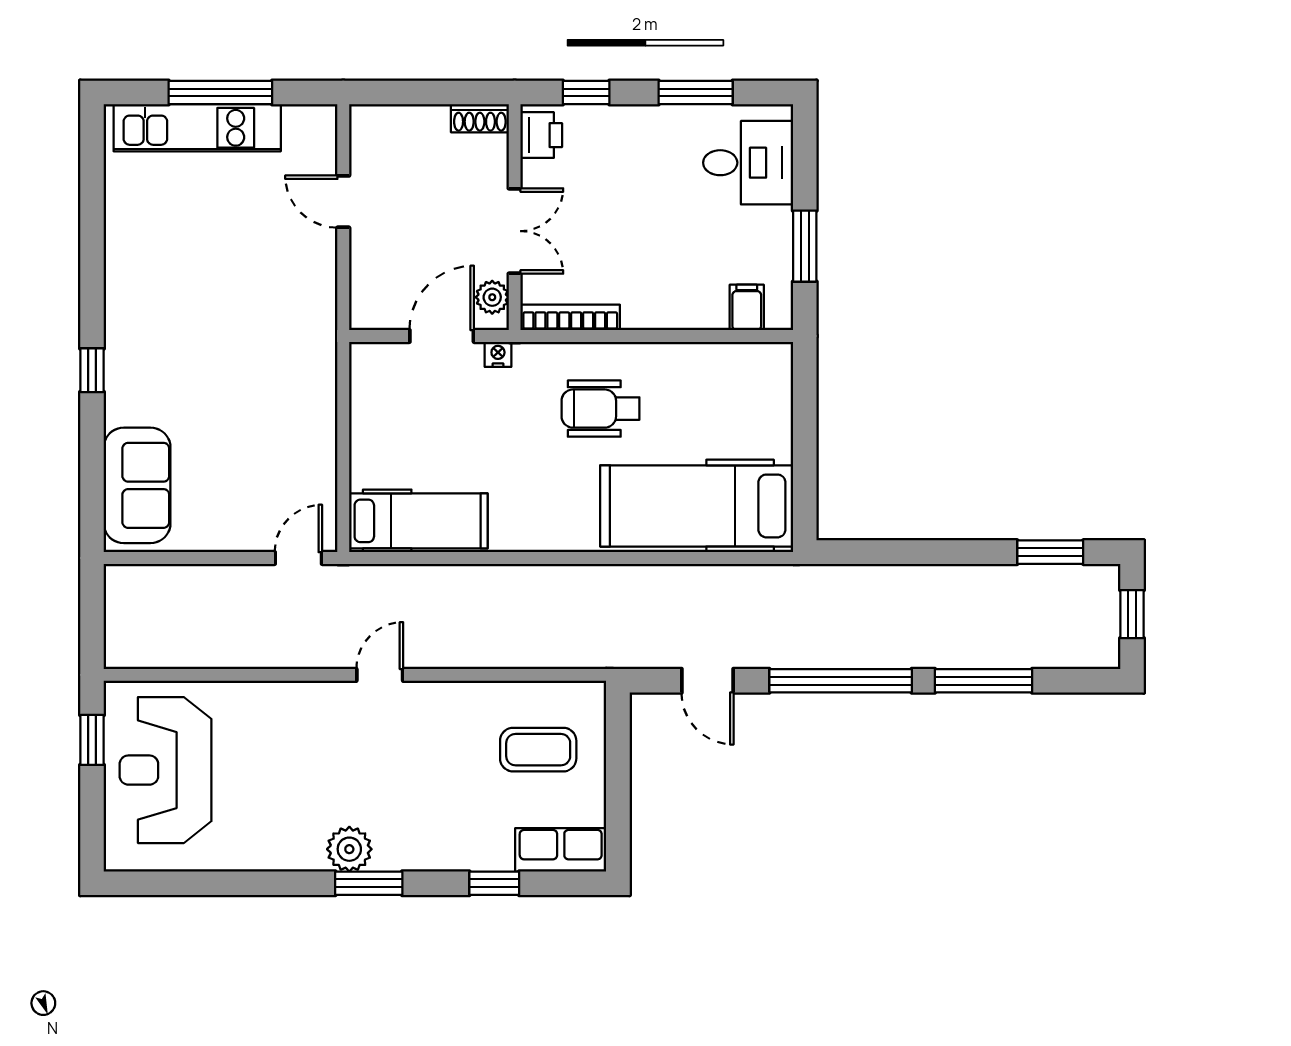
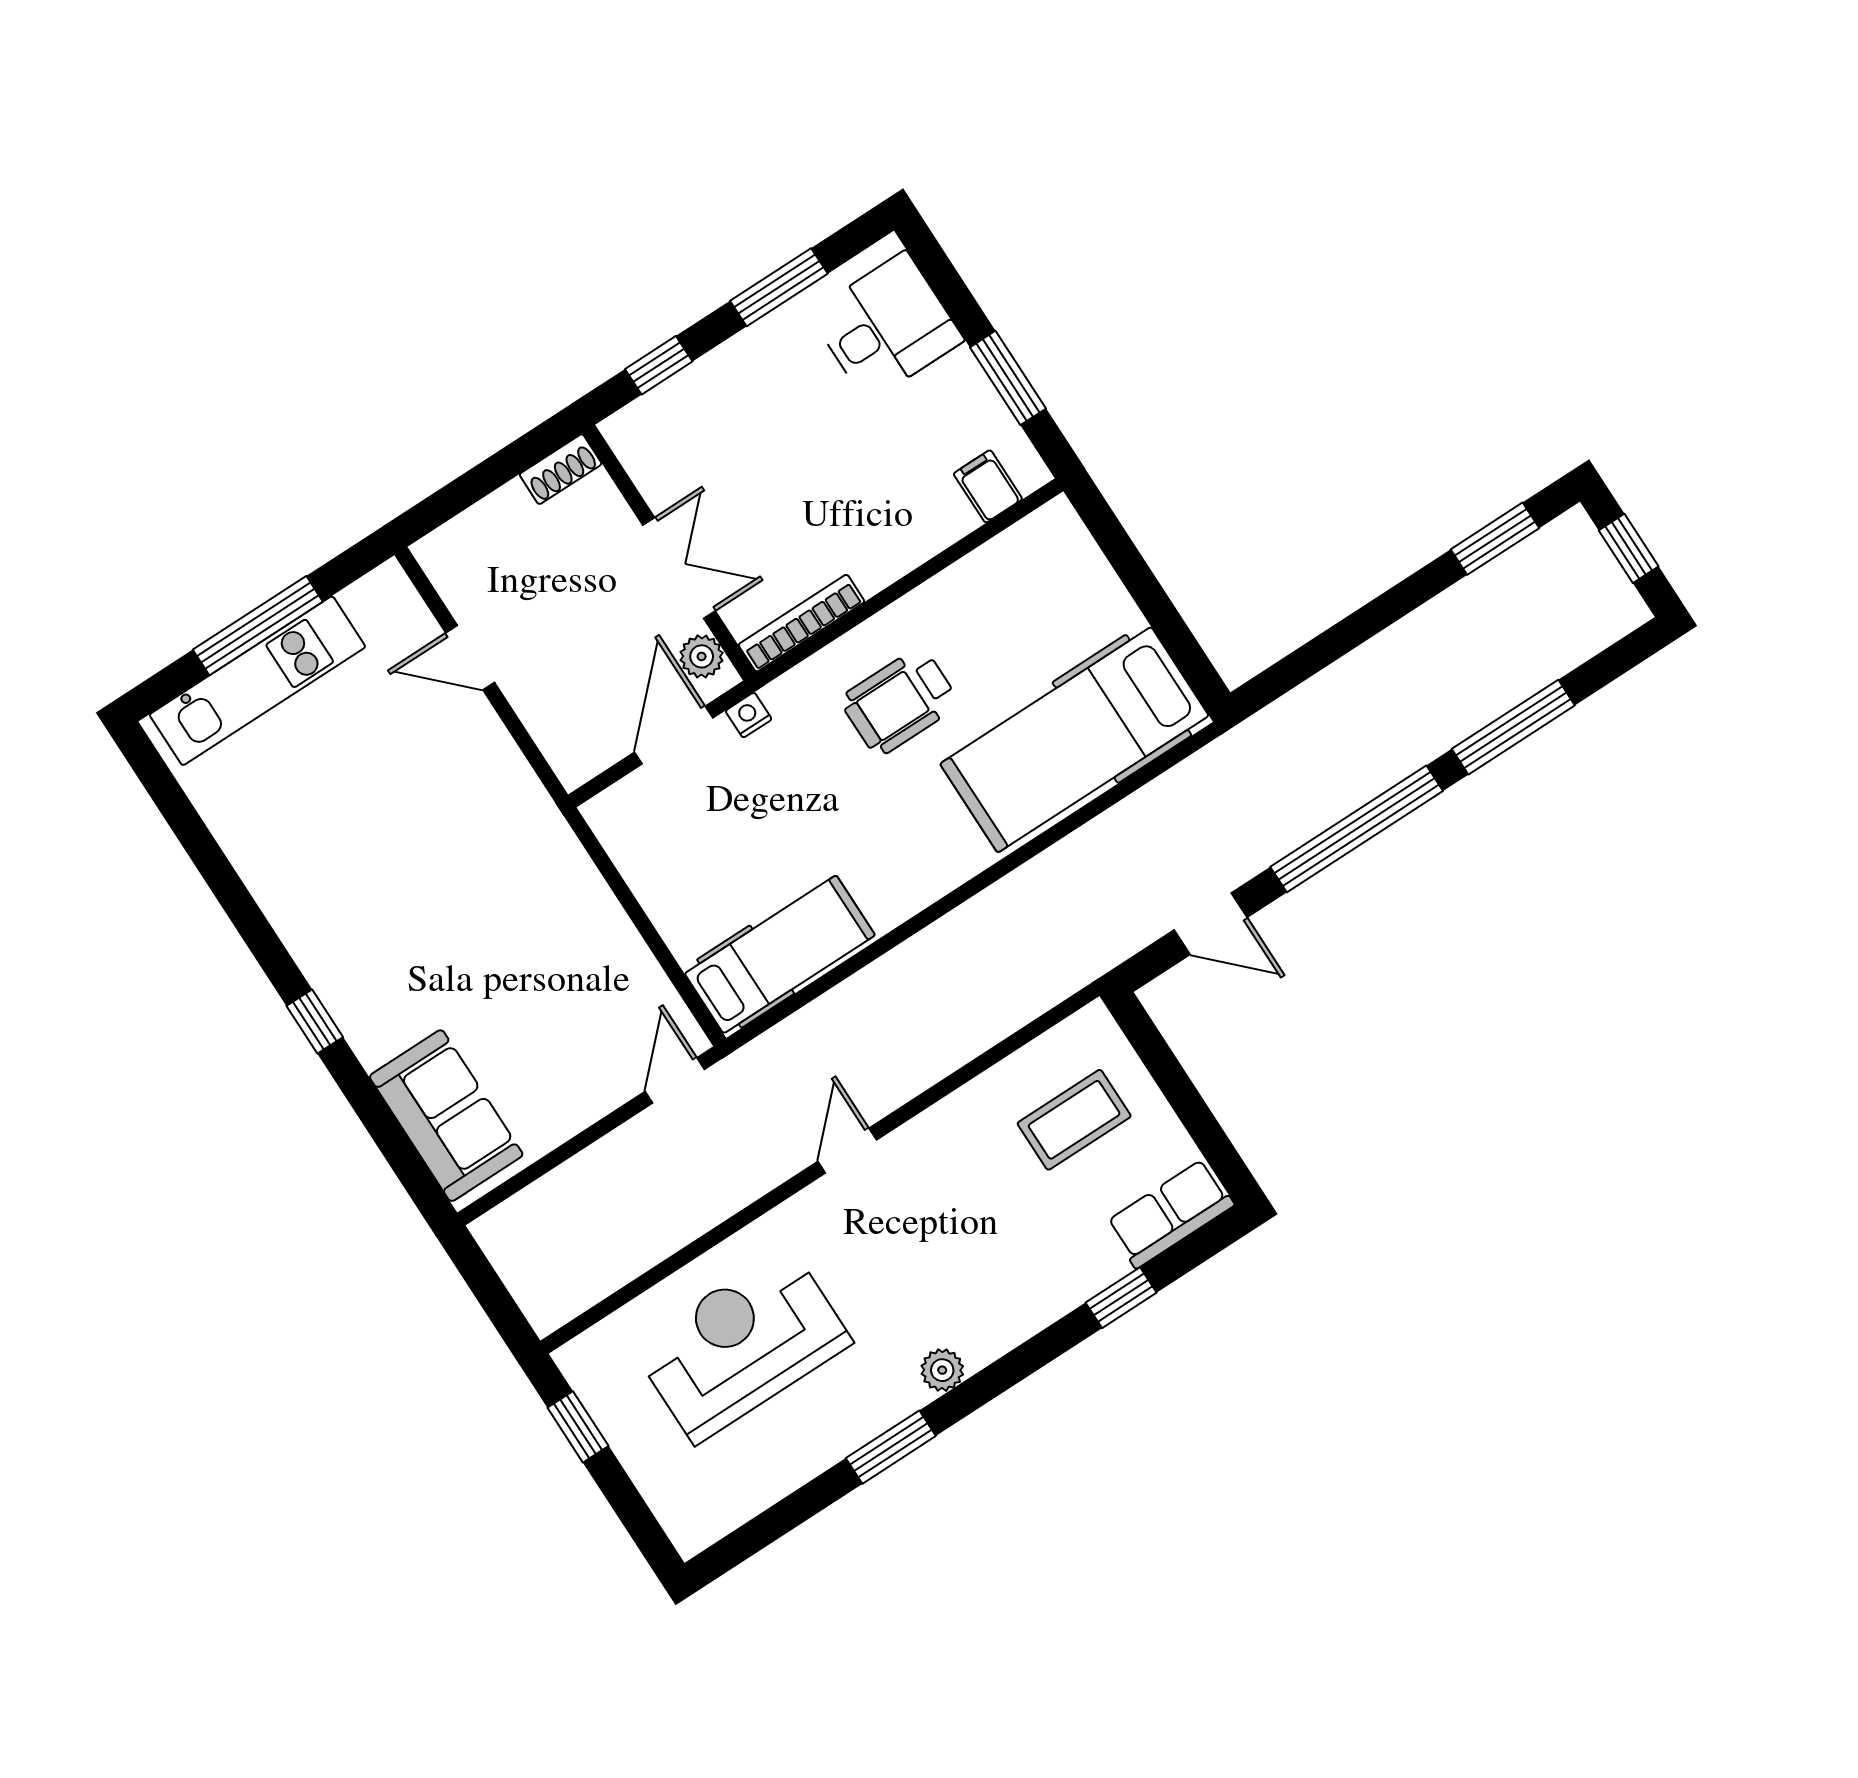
printer: (541, 135) -> (640, 444), removed
reception desk: (166, 770) -> (742, 1344), moved, turned 90
plant: (349, 849) -> (942, 1370), width x0.73, depth x0.73
window: (369, 883) -> (891, 1447), moved

